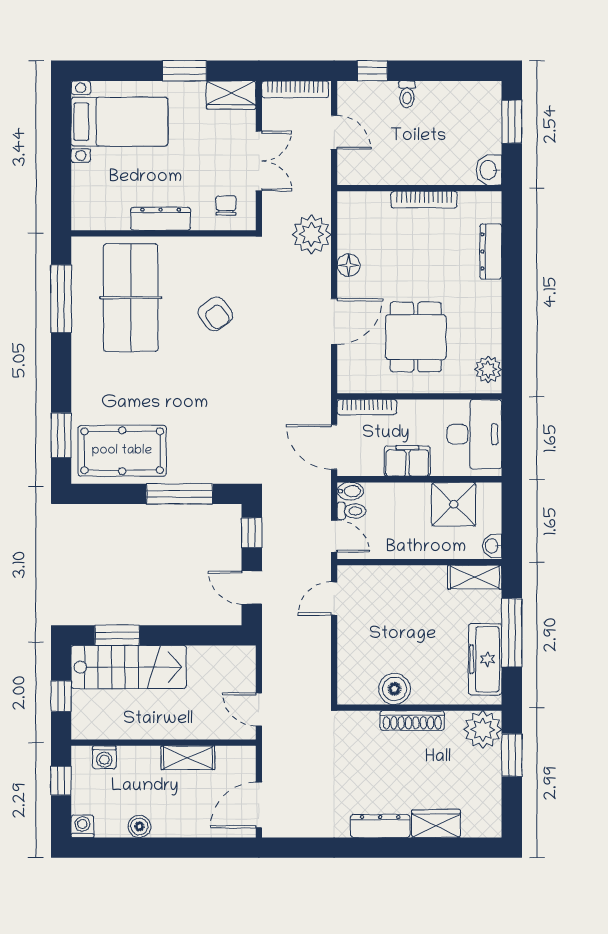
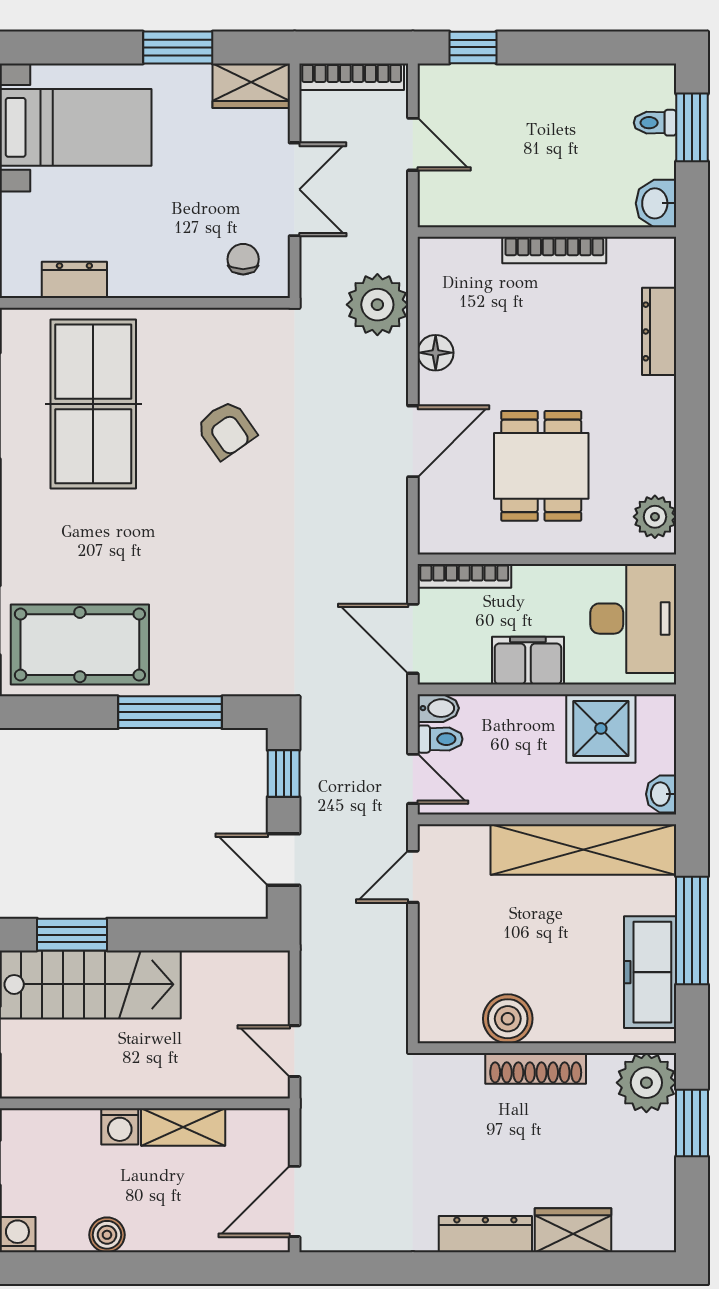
toilet: (407, 94) -> (655, 123), moved, turned 90
dresser: (161, 219) -> (74, 280), moved, width x0.70
shelving: (475, 577) -> (583, 849), width x2.20, depth x1.33
washing machine: (104, 757) -> (120, 1126), moved

